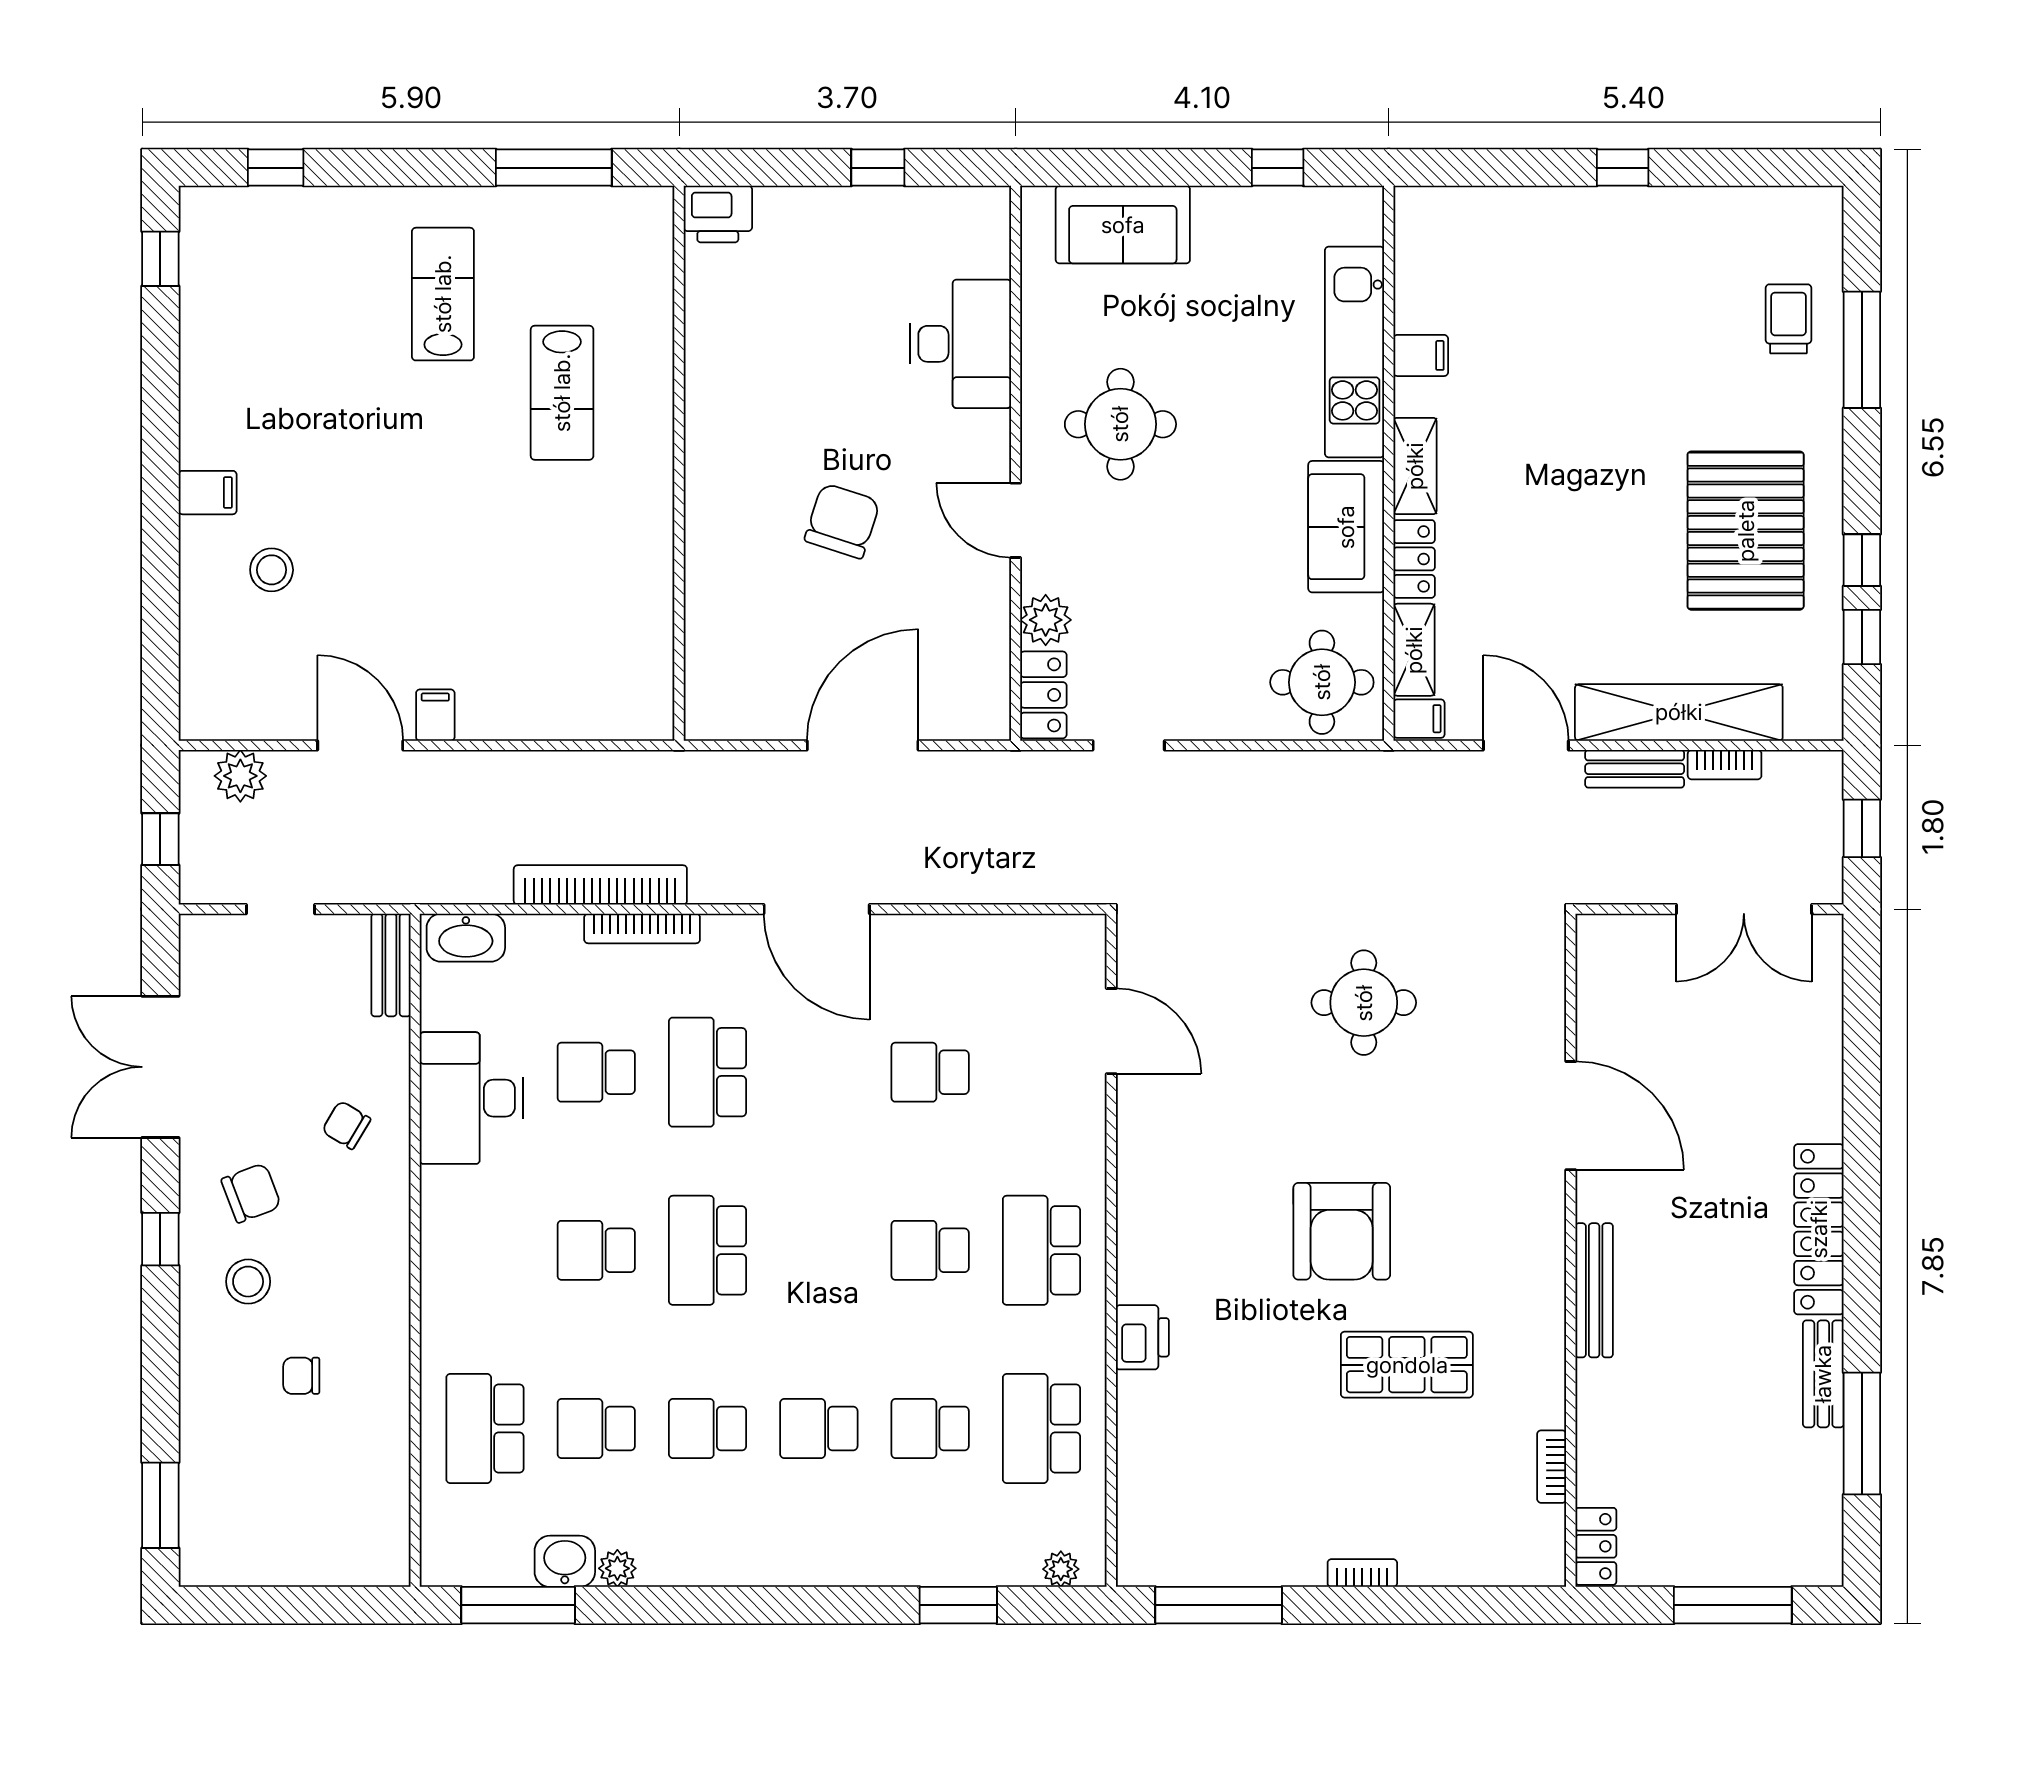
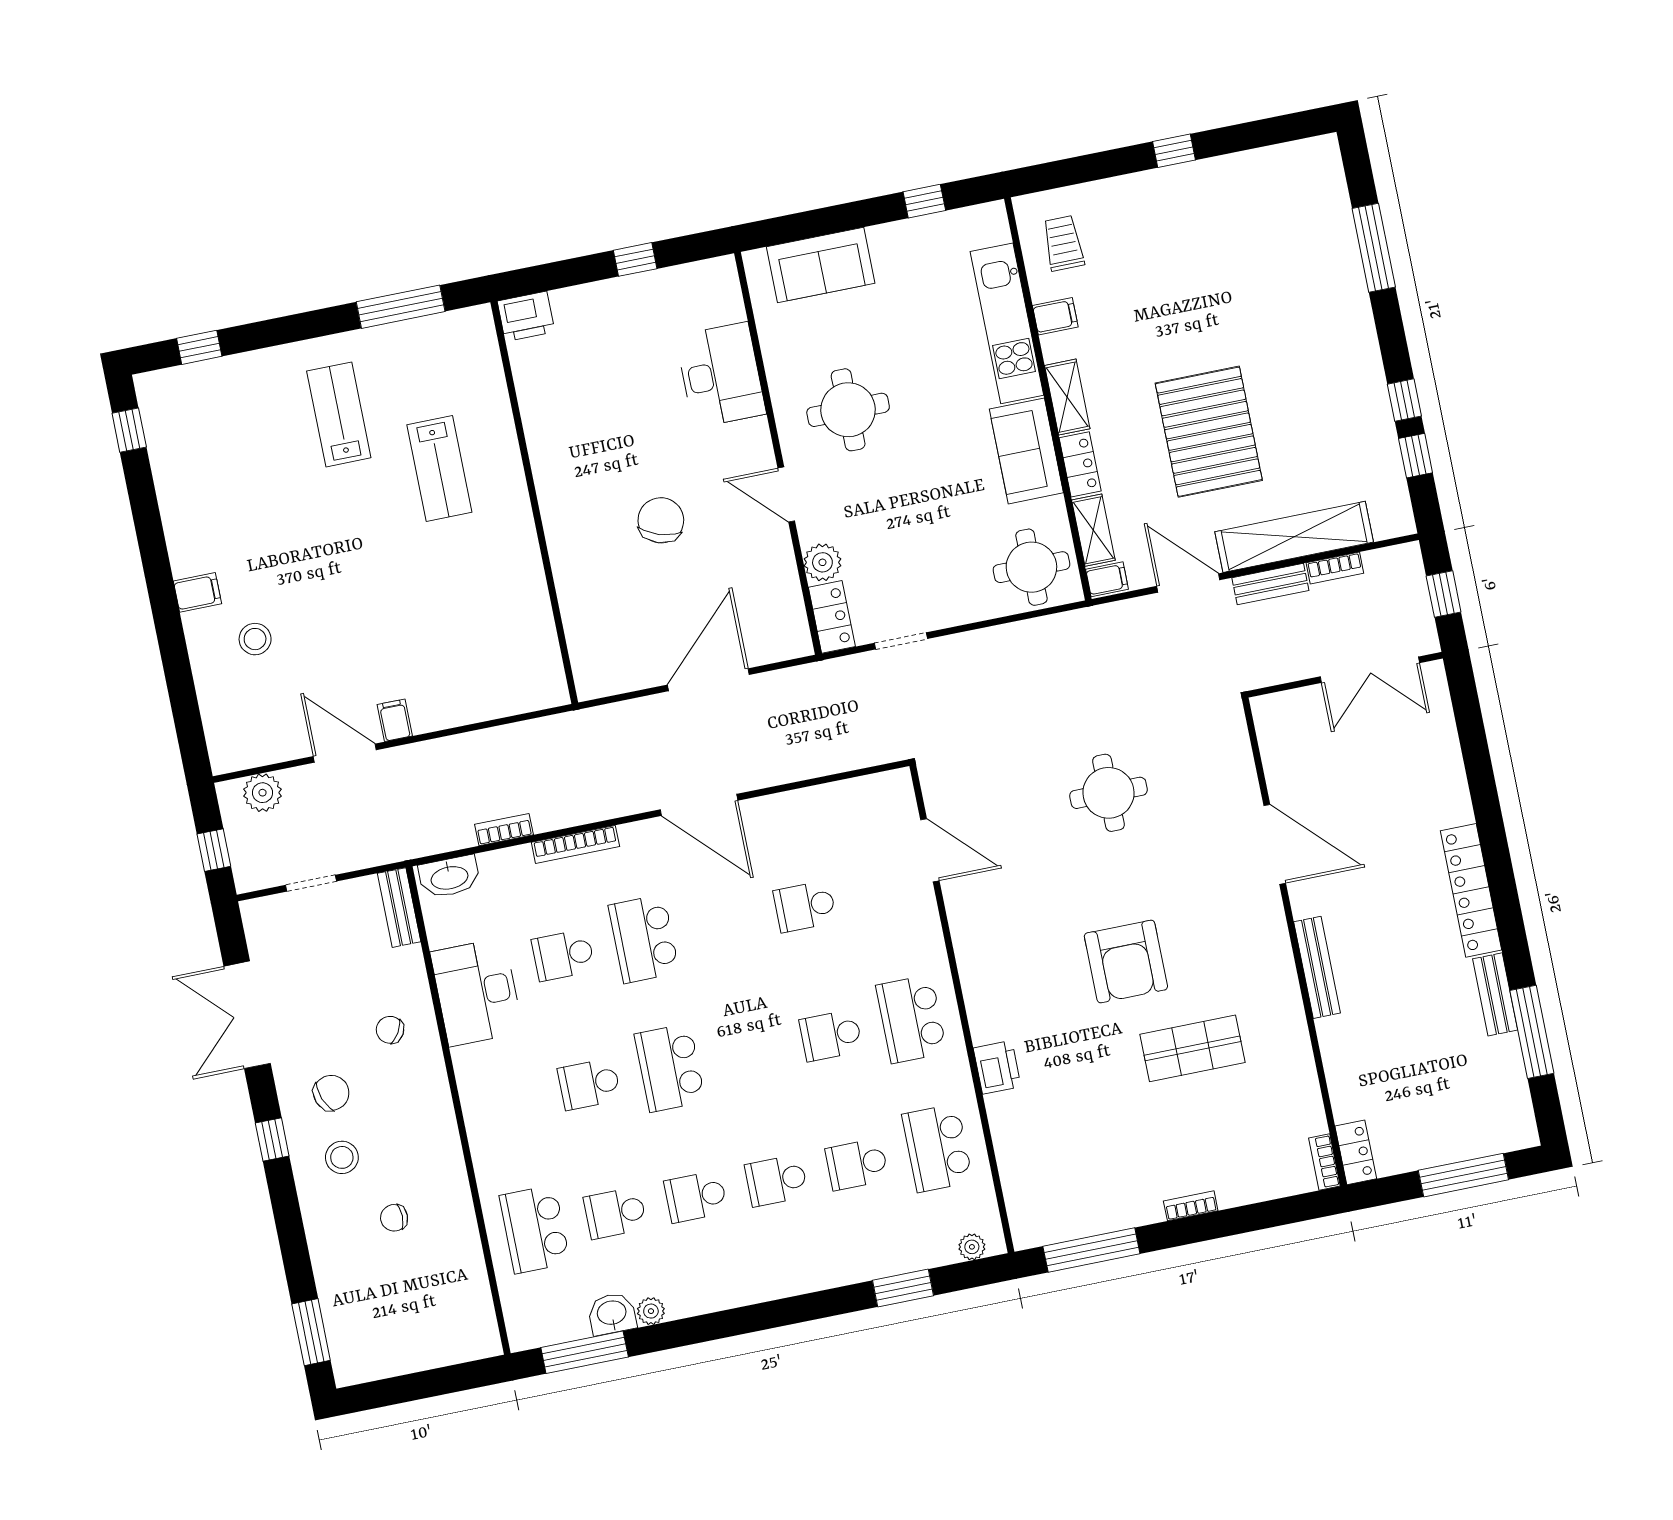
trolley: (1788, 319) -> (1063, 243), moved
pallet: (1746, 531) -> (1209, 432), moved
bookcase: (600, 885) -> (504, 830), width x0.43, depth x0.76
bookcase: (1552, 1467) -> (1324, 1162), moved

